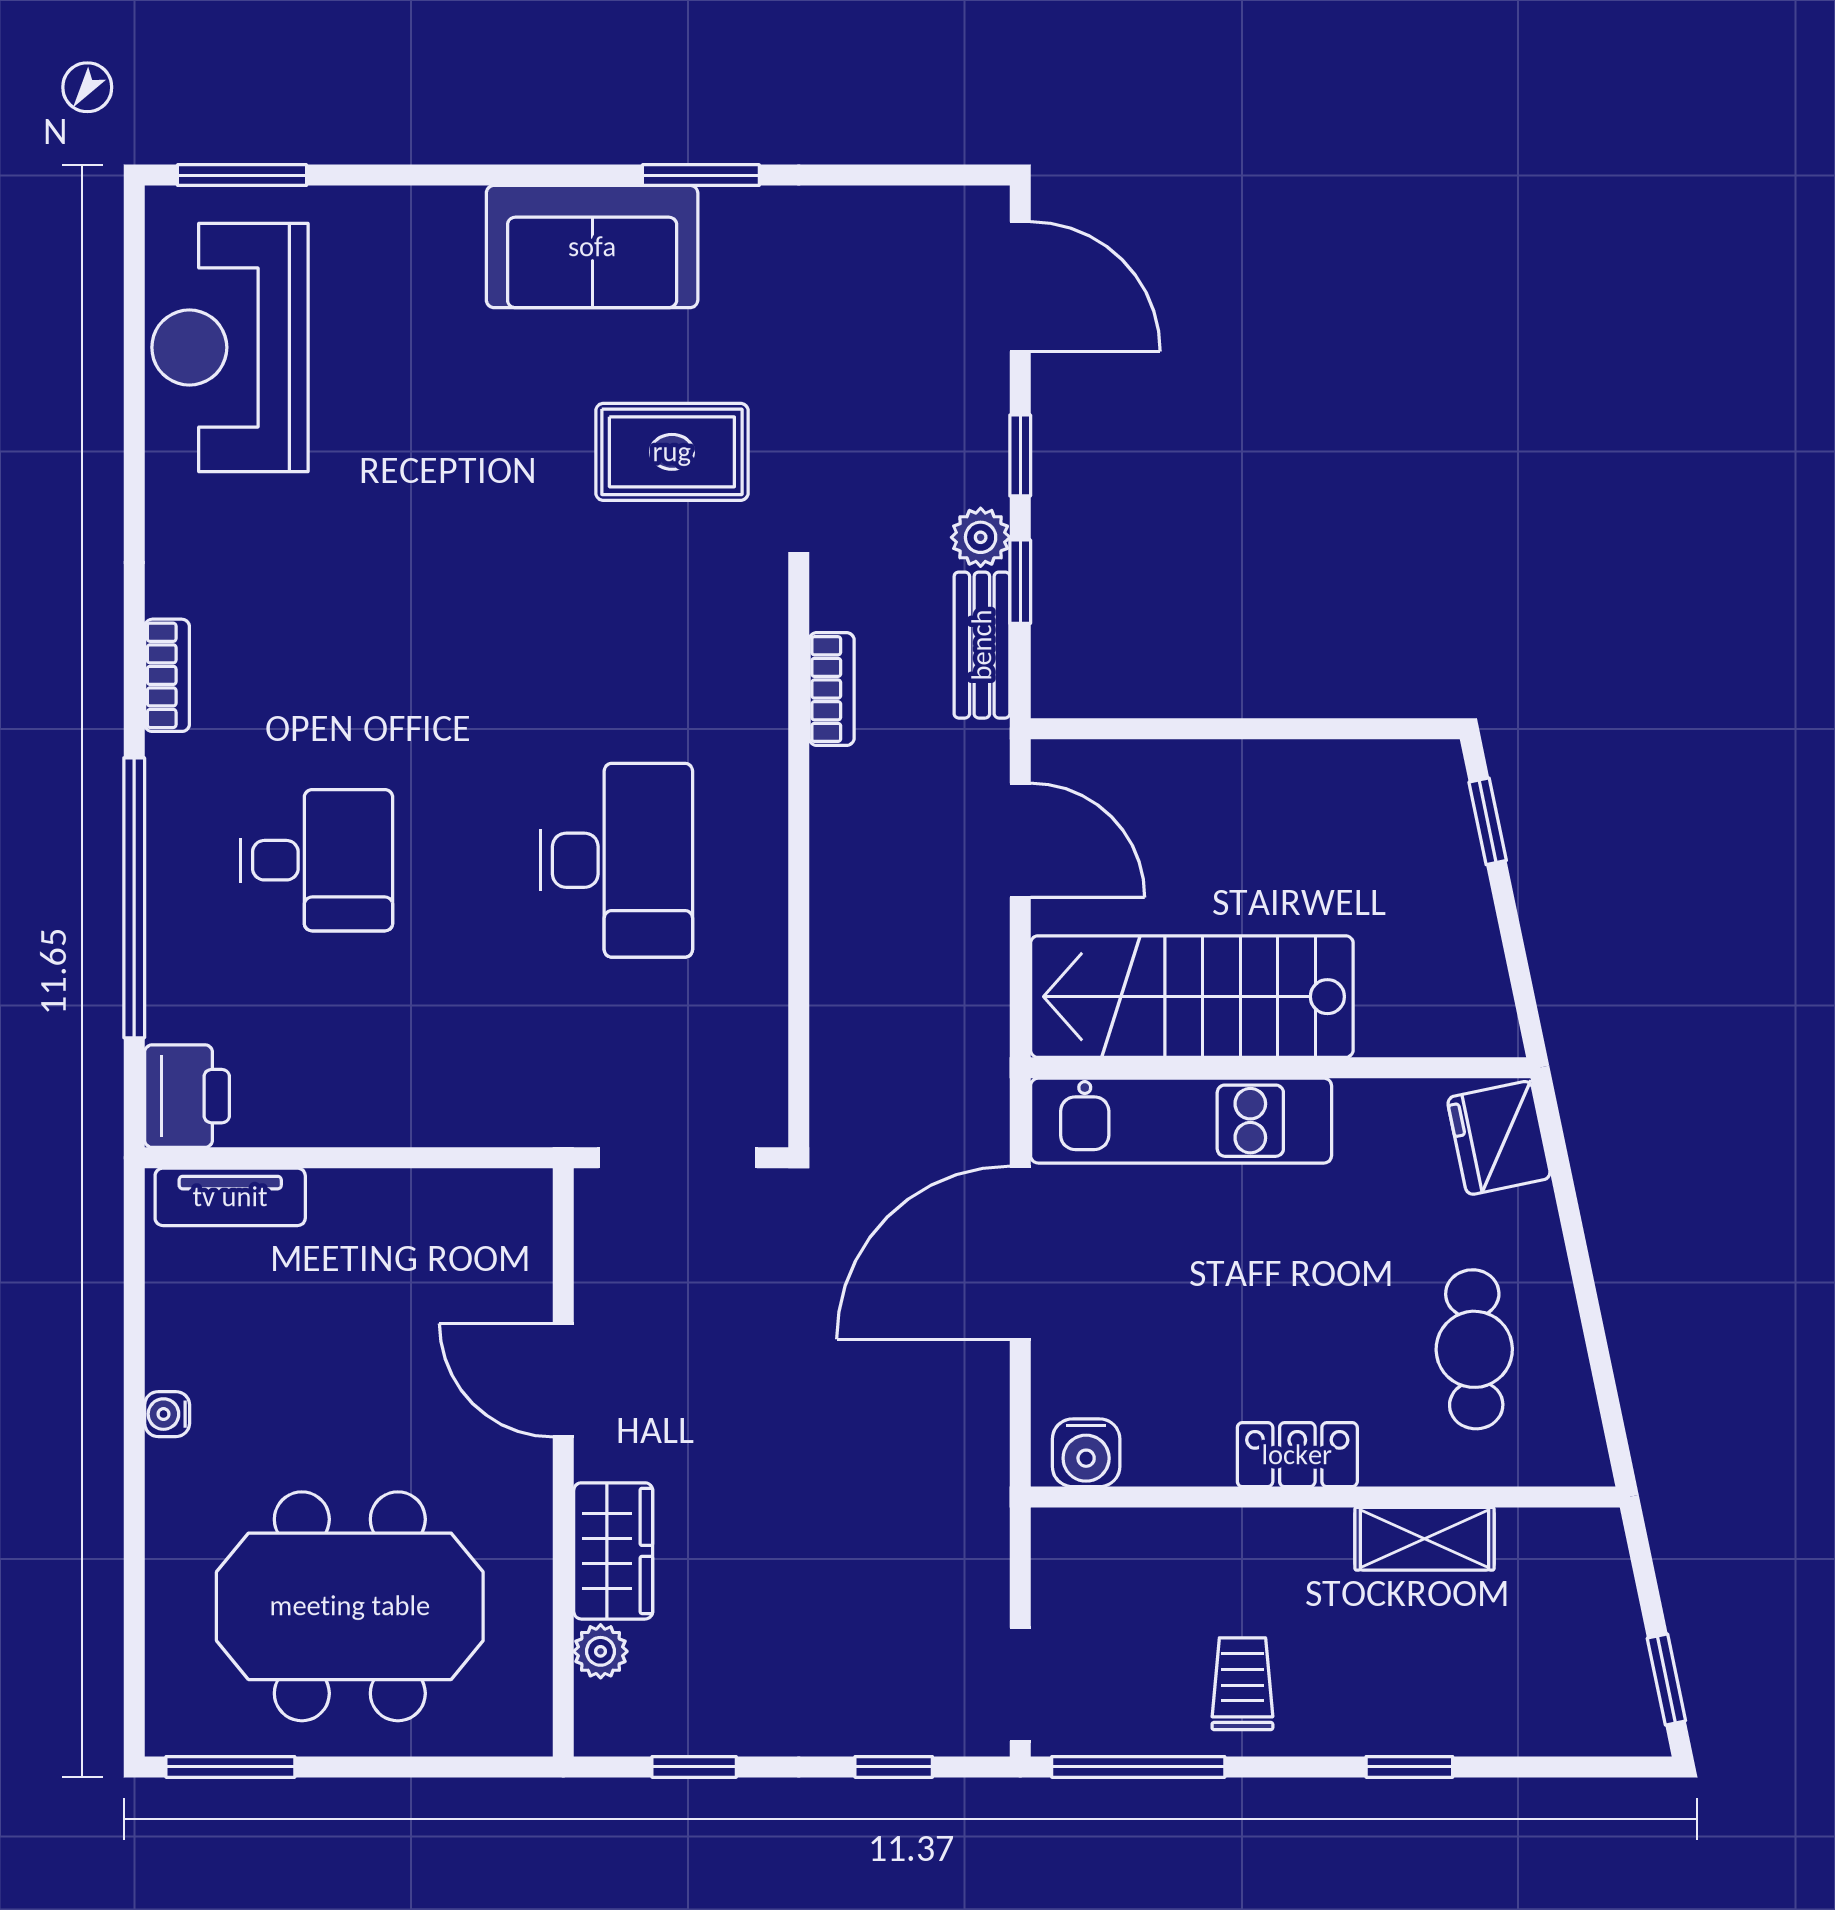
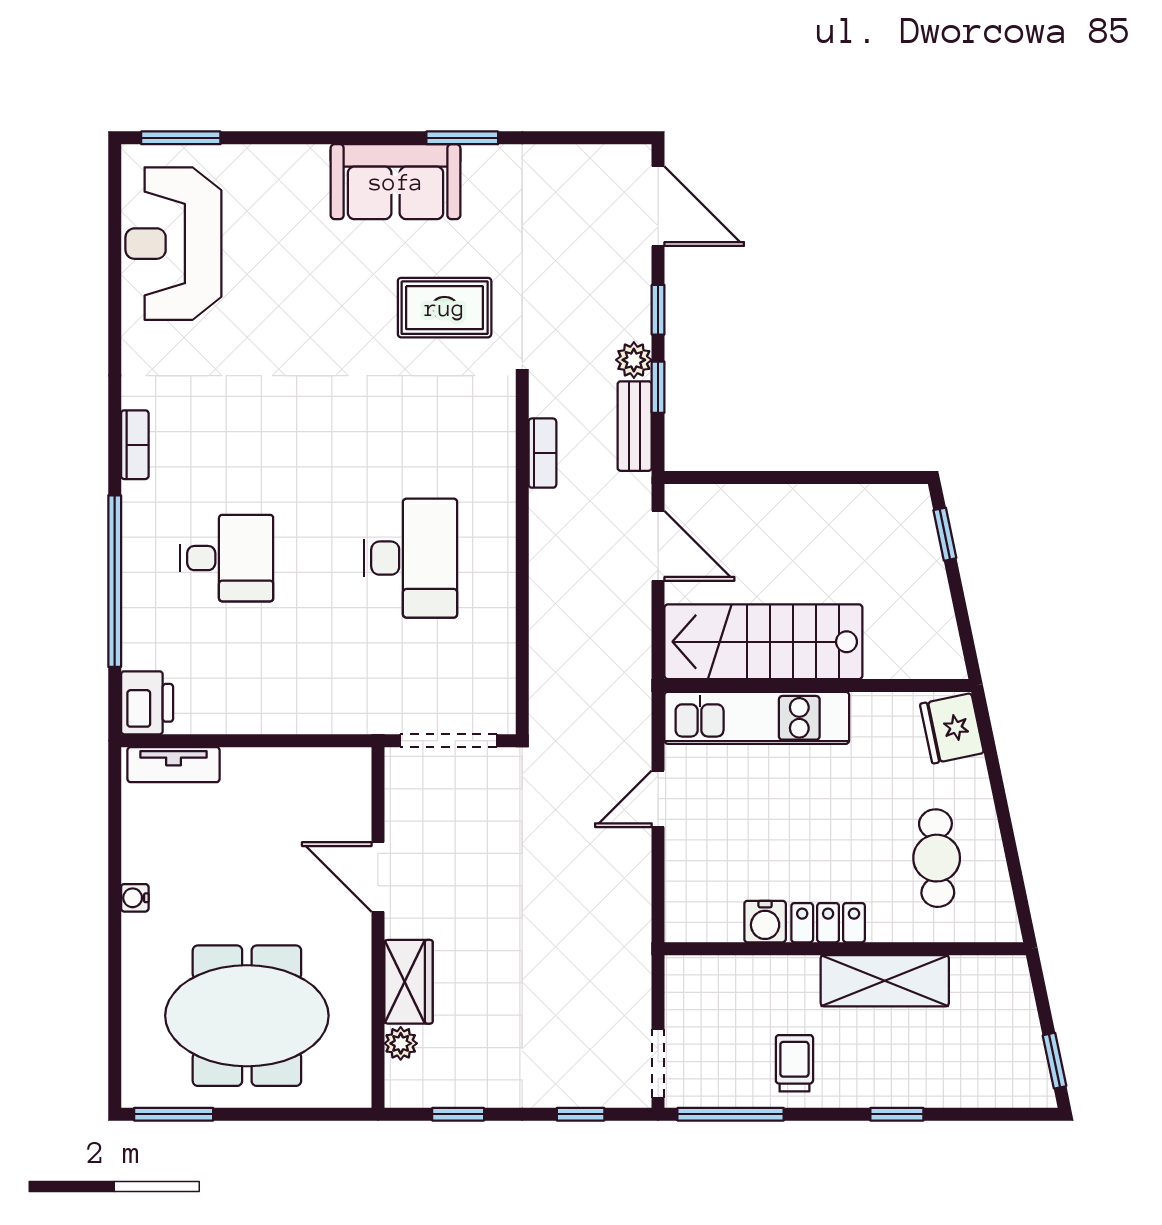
door: (1020, 1253) -> (658, 799), width x0.53
water cooler: (1086, 1453) -> (765, 922), moved
shelving: (1425, 1539) -> (885, 981), width x1.50, depth x1.33

